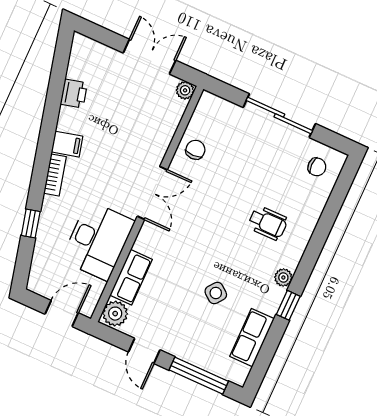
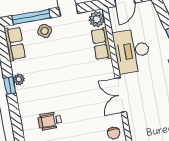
plant: (283, 277) -> (19, 79), moved
side table: (216, 293) -> (45, 31), moved
row of seats: (252, 338) -> (15, 44), moved

